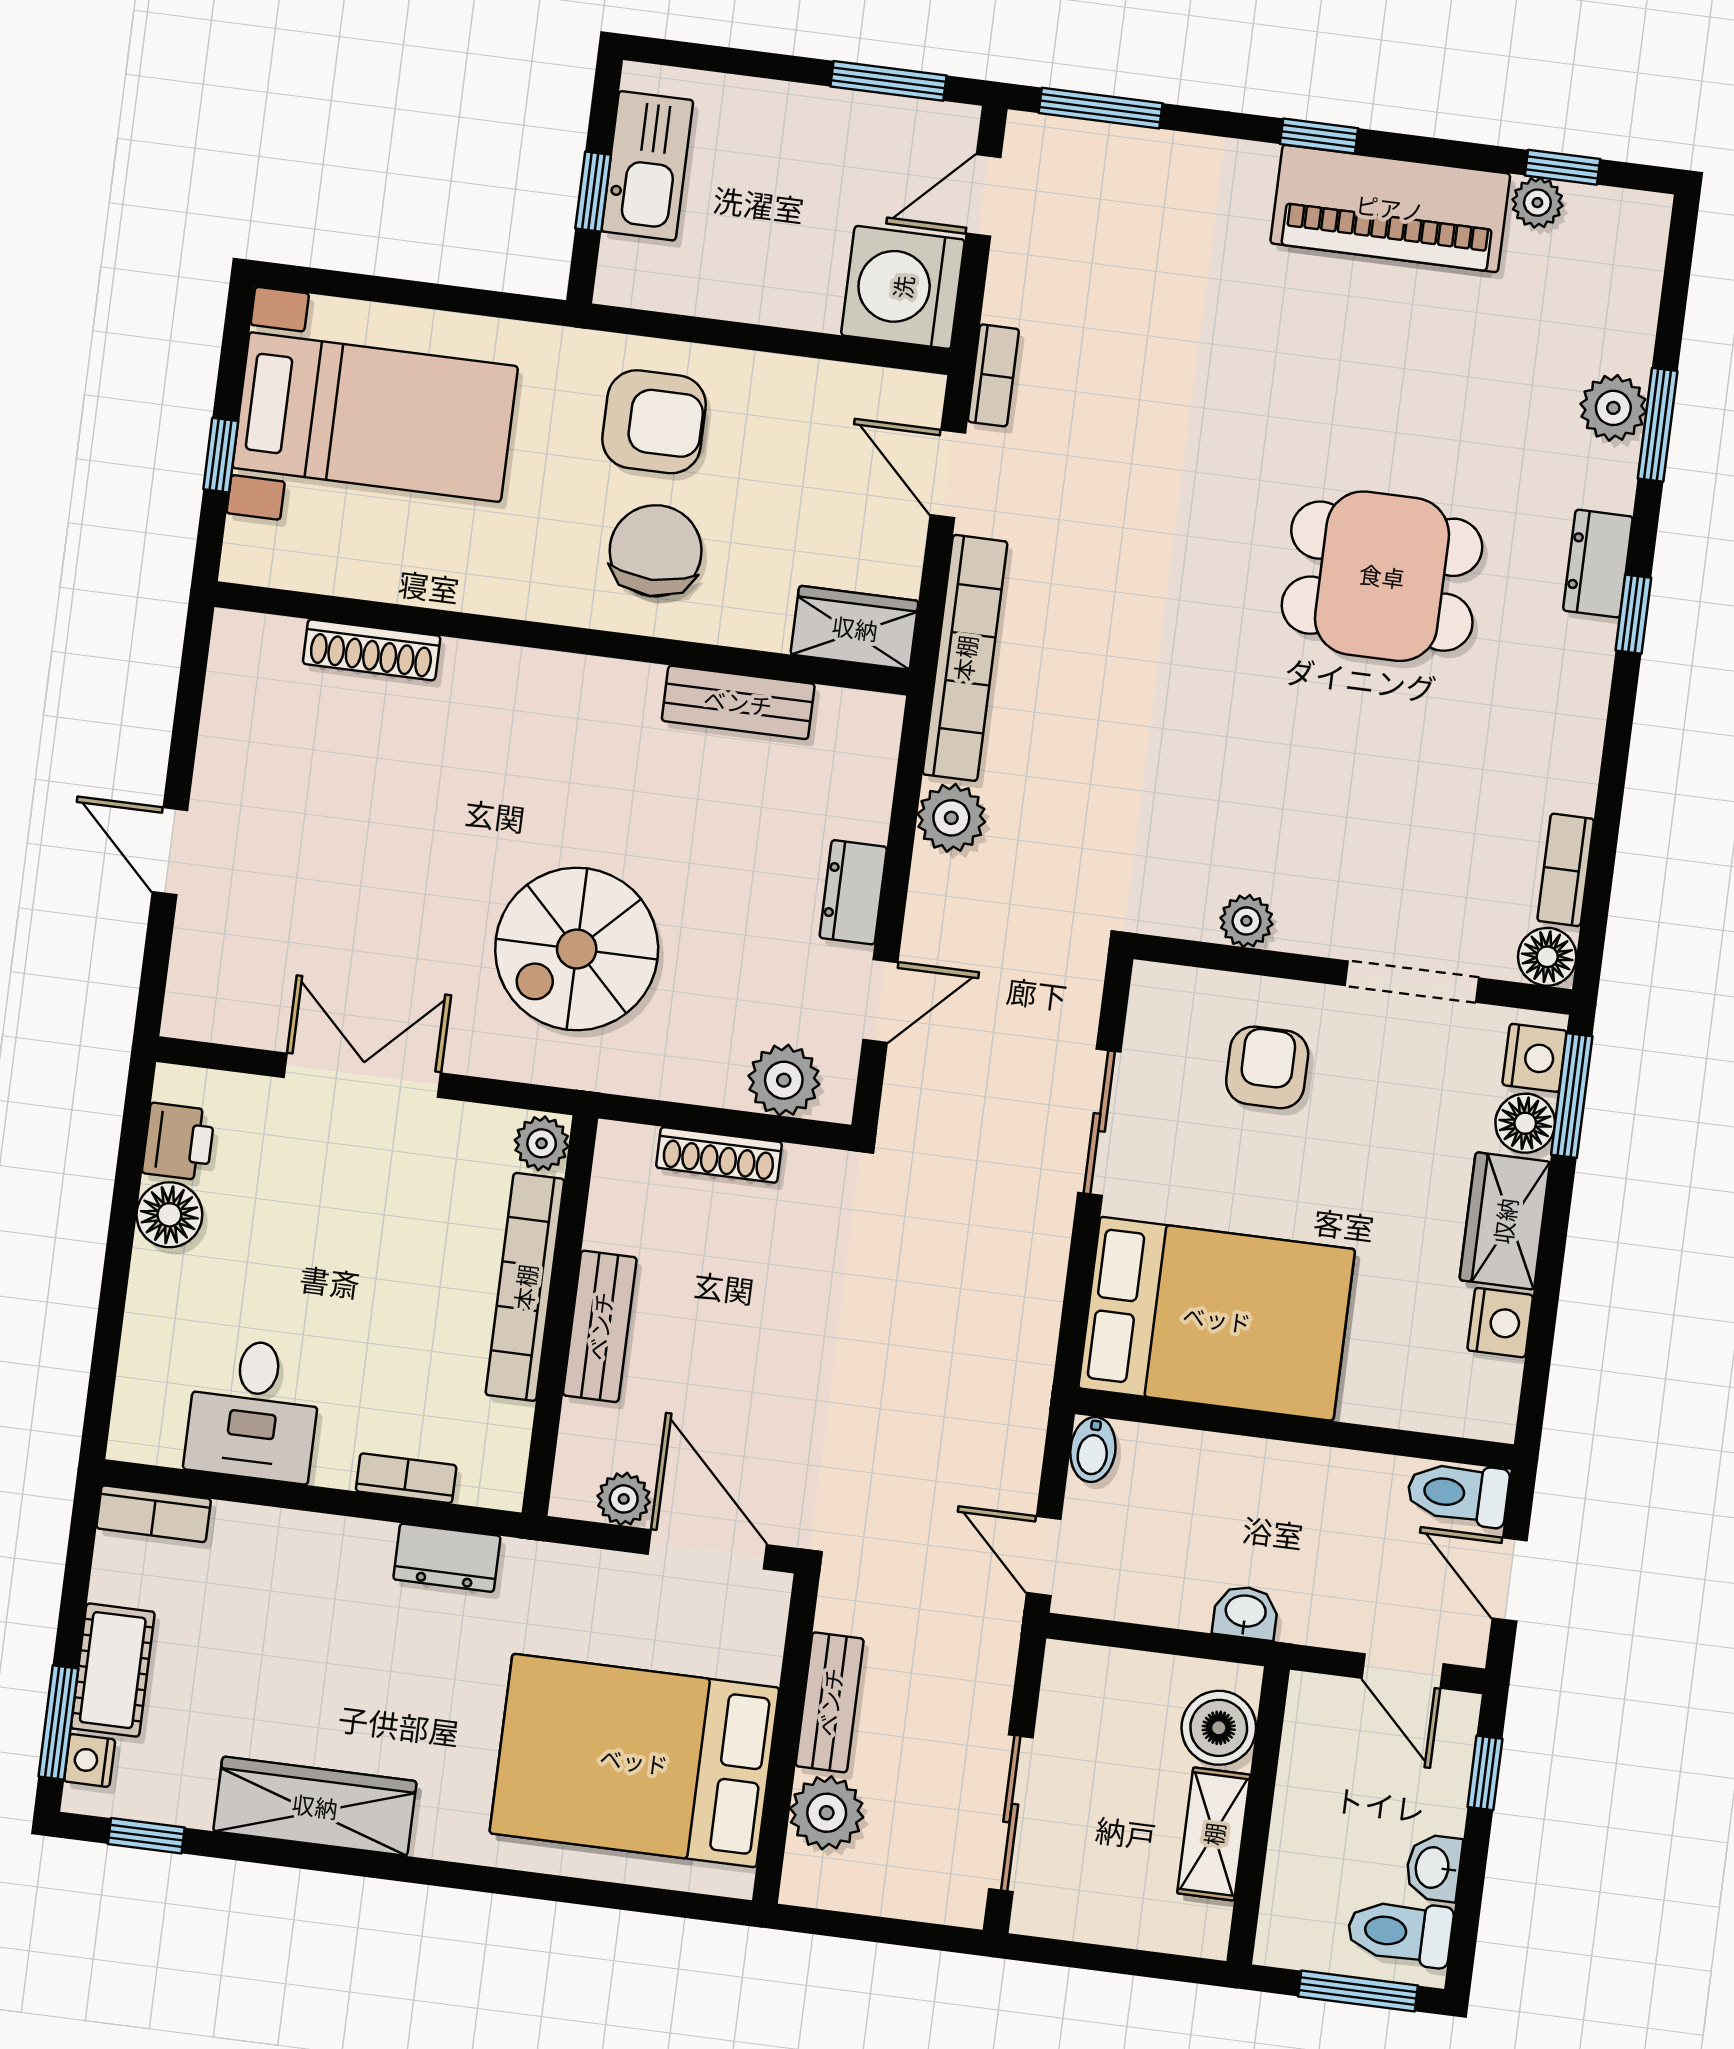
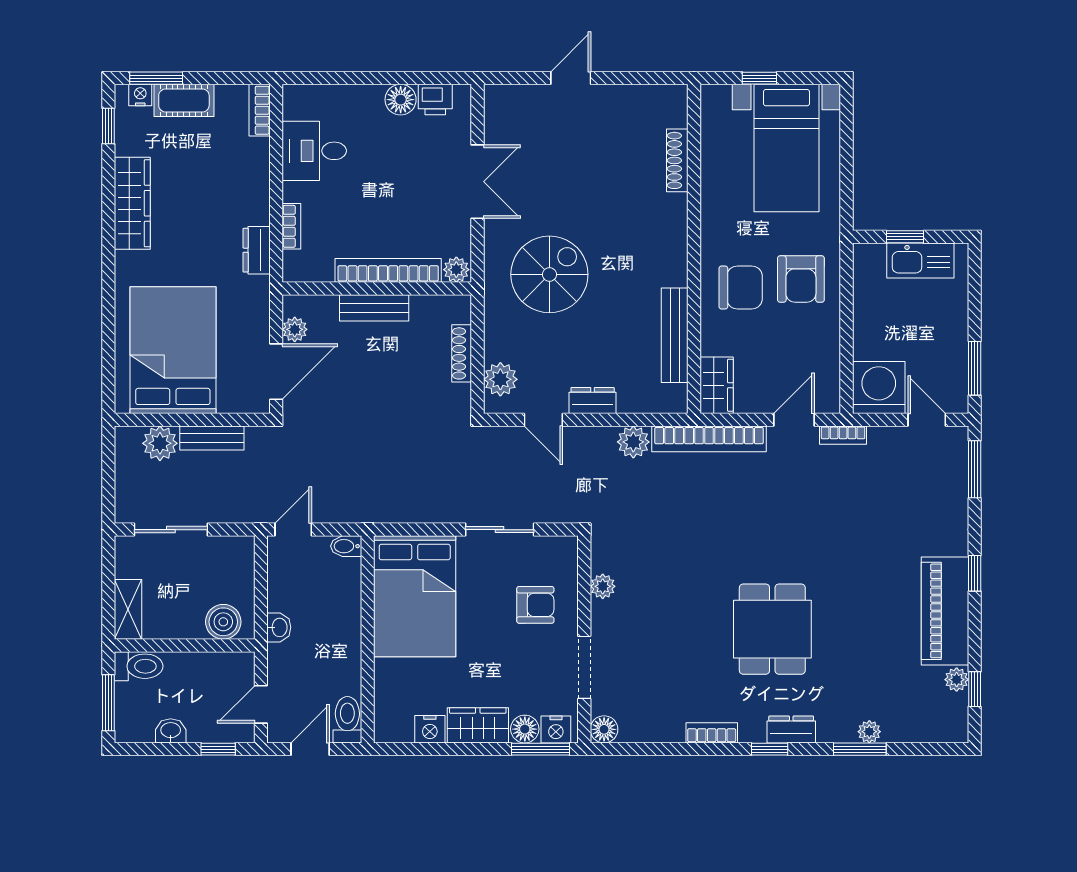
plant: (1613, 408) -> (869, 732), width x0.73, depth x0.73
bench: (738, 702) -> (675, 335), width x1.36
bookcase: (1566, 870) -> (712, 733), moved
spiral stairs: (577, 949) -> (549, 274), turned 90
shelving: (1214, 1834) -> (128, 609), moved, turned 90
toilet: (1400, 1932) -> (139, 666), moved, turned 90

